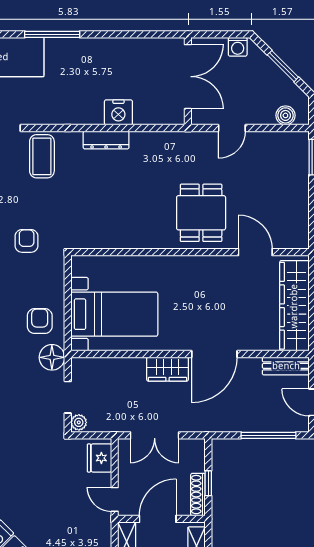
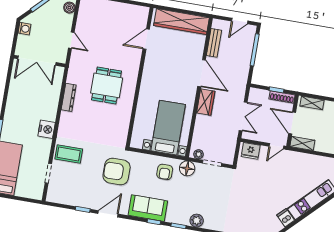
double door: (188, 77) -> (37, 61), swing flipped
nightstand: (118, 112) -> (47, 129), moved
dresser: (106, 140) -> (69, 97), moved
dining table: (201, 213) -> (107, 85), moved, turned 90
armchair: (27, 241) -> (117, 172), width x1.88, depth x1.88
armchair: (40, 321) -> (165, 172), turned -90
bench: (286, 366) -> (214, 43), moved
plant: (79, 422) -> (198, 154), moved

